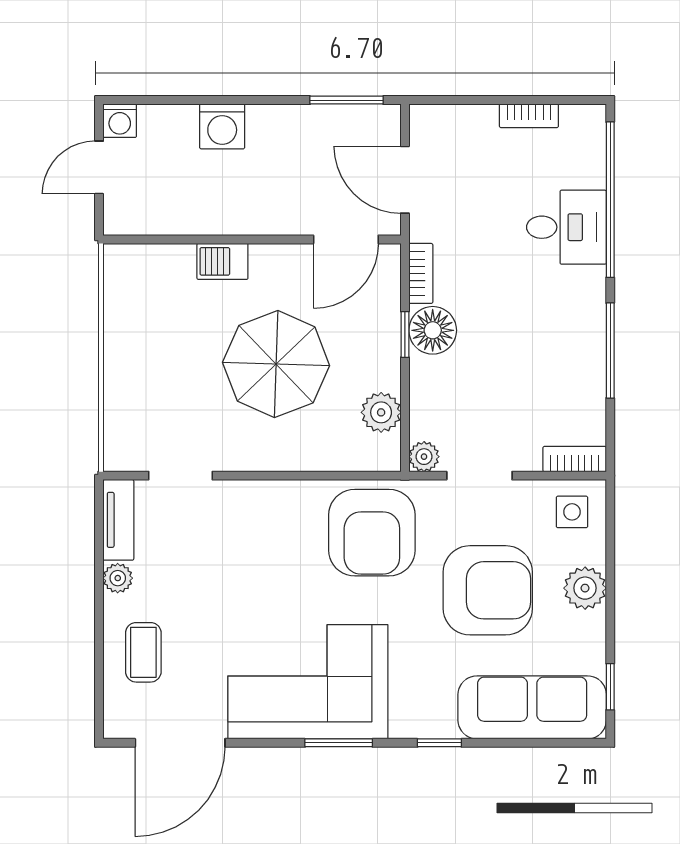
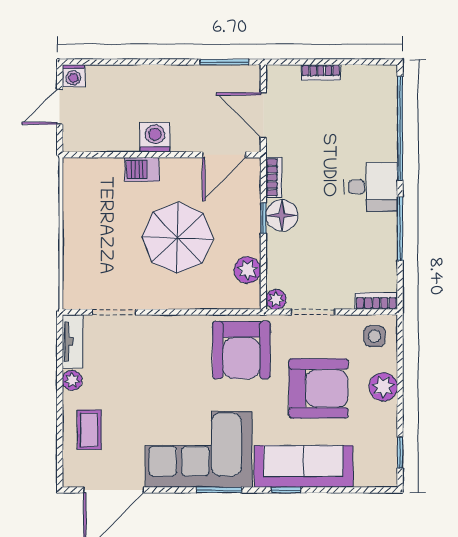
bookcase: (529, 116) -> (321, 72), moved
washing machine: (222, 126) -> (155, 137), moved, turned 180
desk: (566, 227) -> (371, 187), moved
sofa: (532, 707) -> (303, 466), moved

